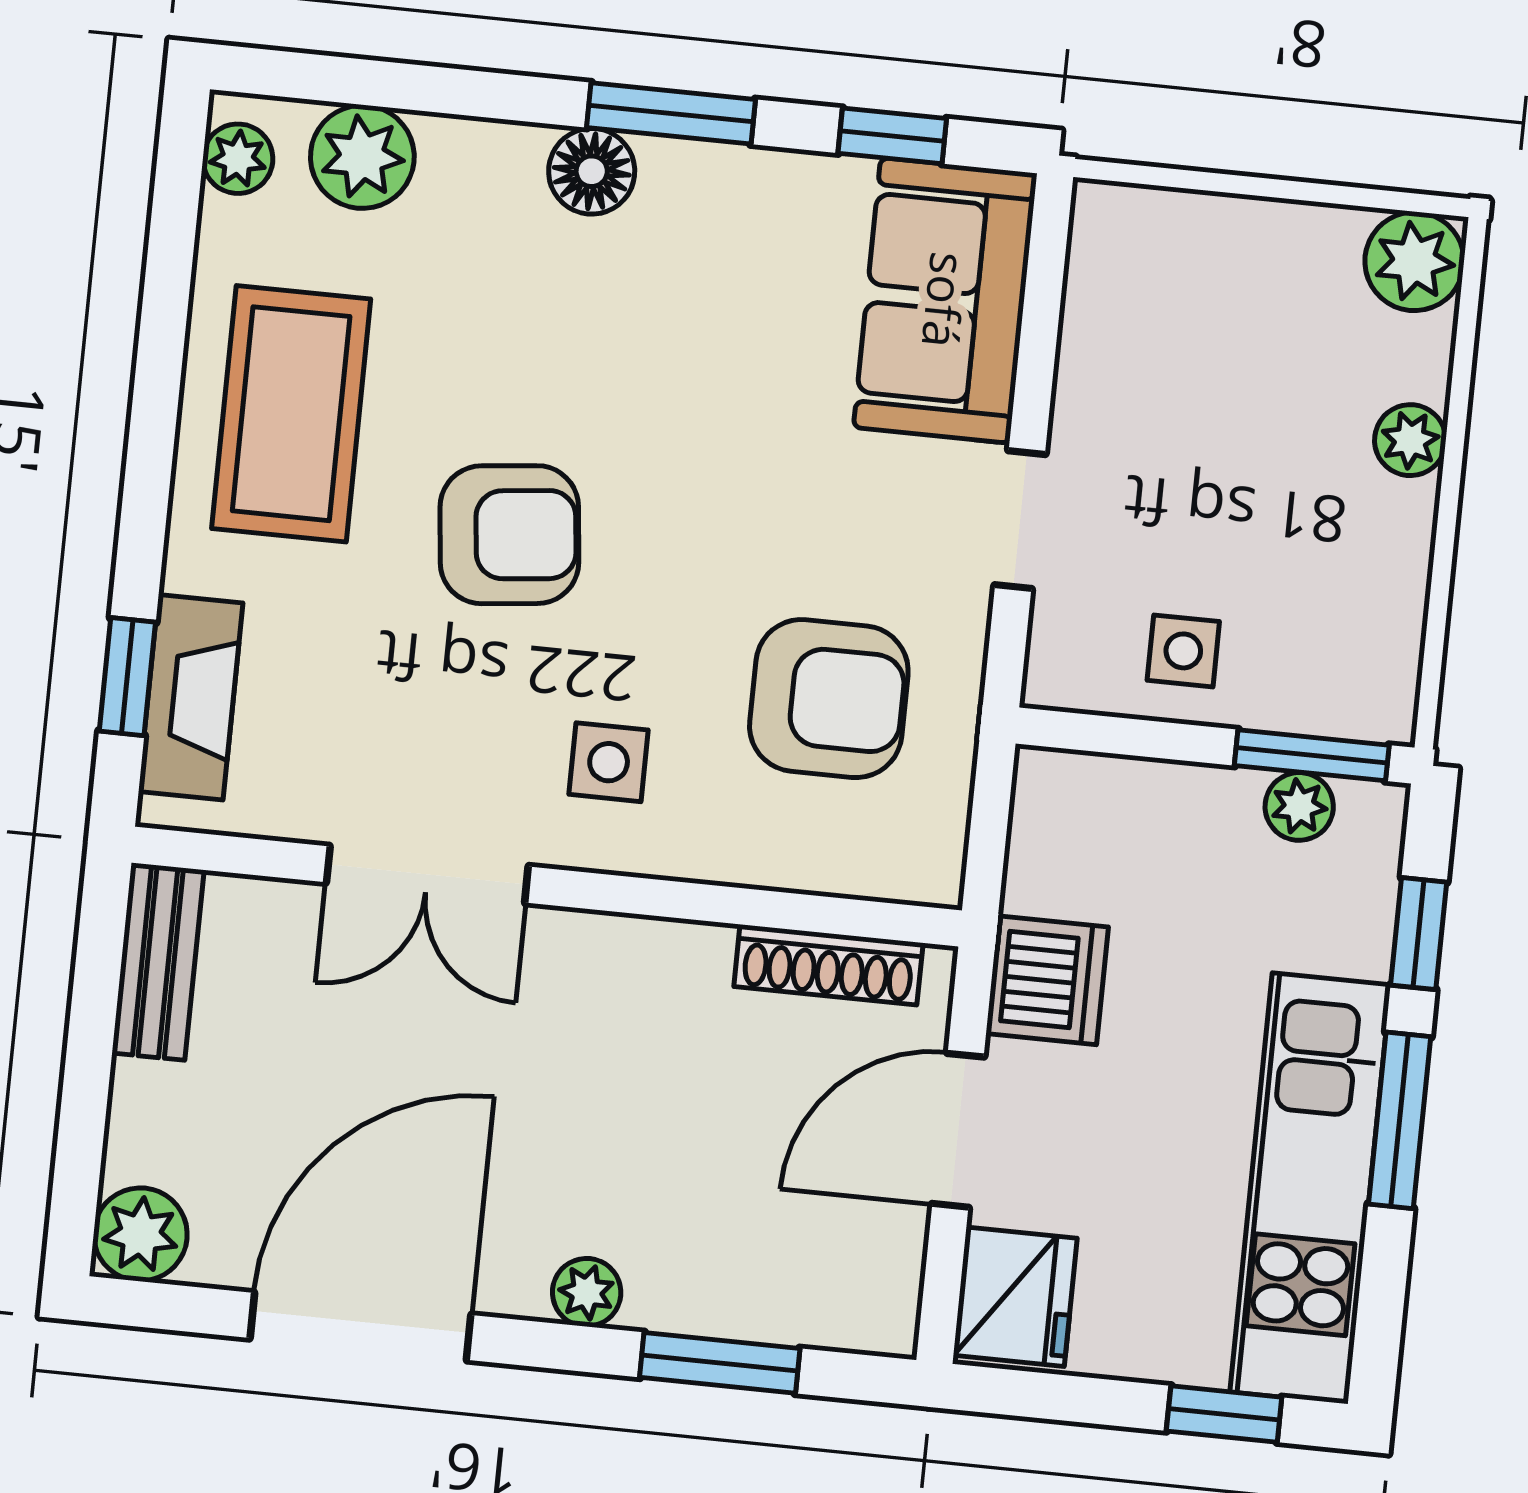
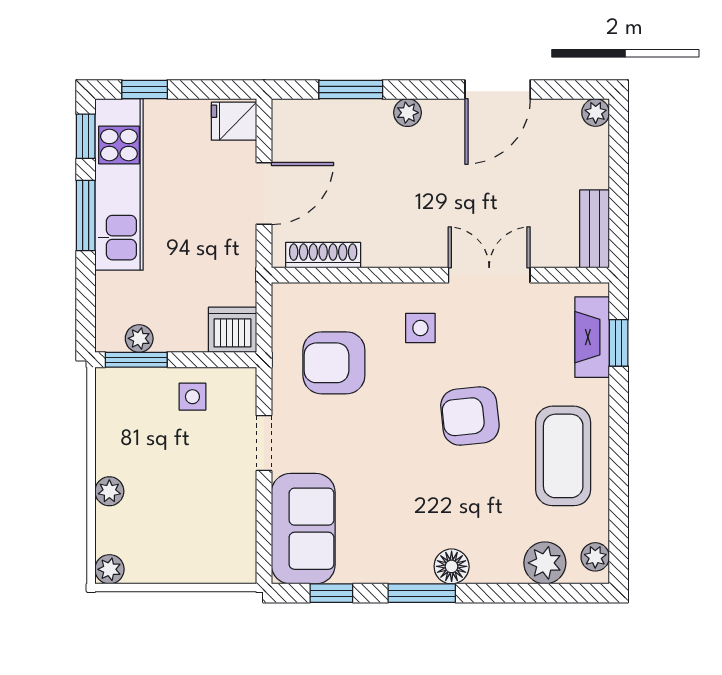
plant: (1414, 261) -> (109, 569), width x0.73, depth x0.73
window: (1419, 934) -> (86, 136), moved
dishwasher: (1047, 980) -> (232, 330), moved, turned 90
plant: (140, 1234) -> (596, 113), width x0.73, depth x0.73
fridge: (1015, 1297) -> (234, 121), width x0.72
door: (361, 1326) -> (498, 90), width x0.73

